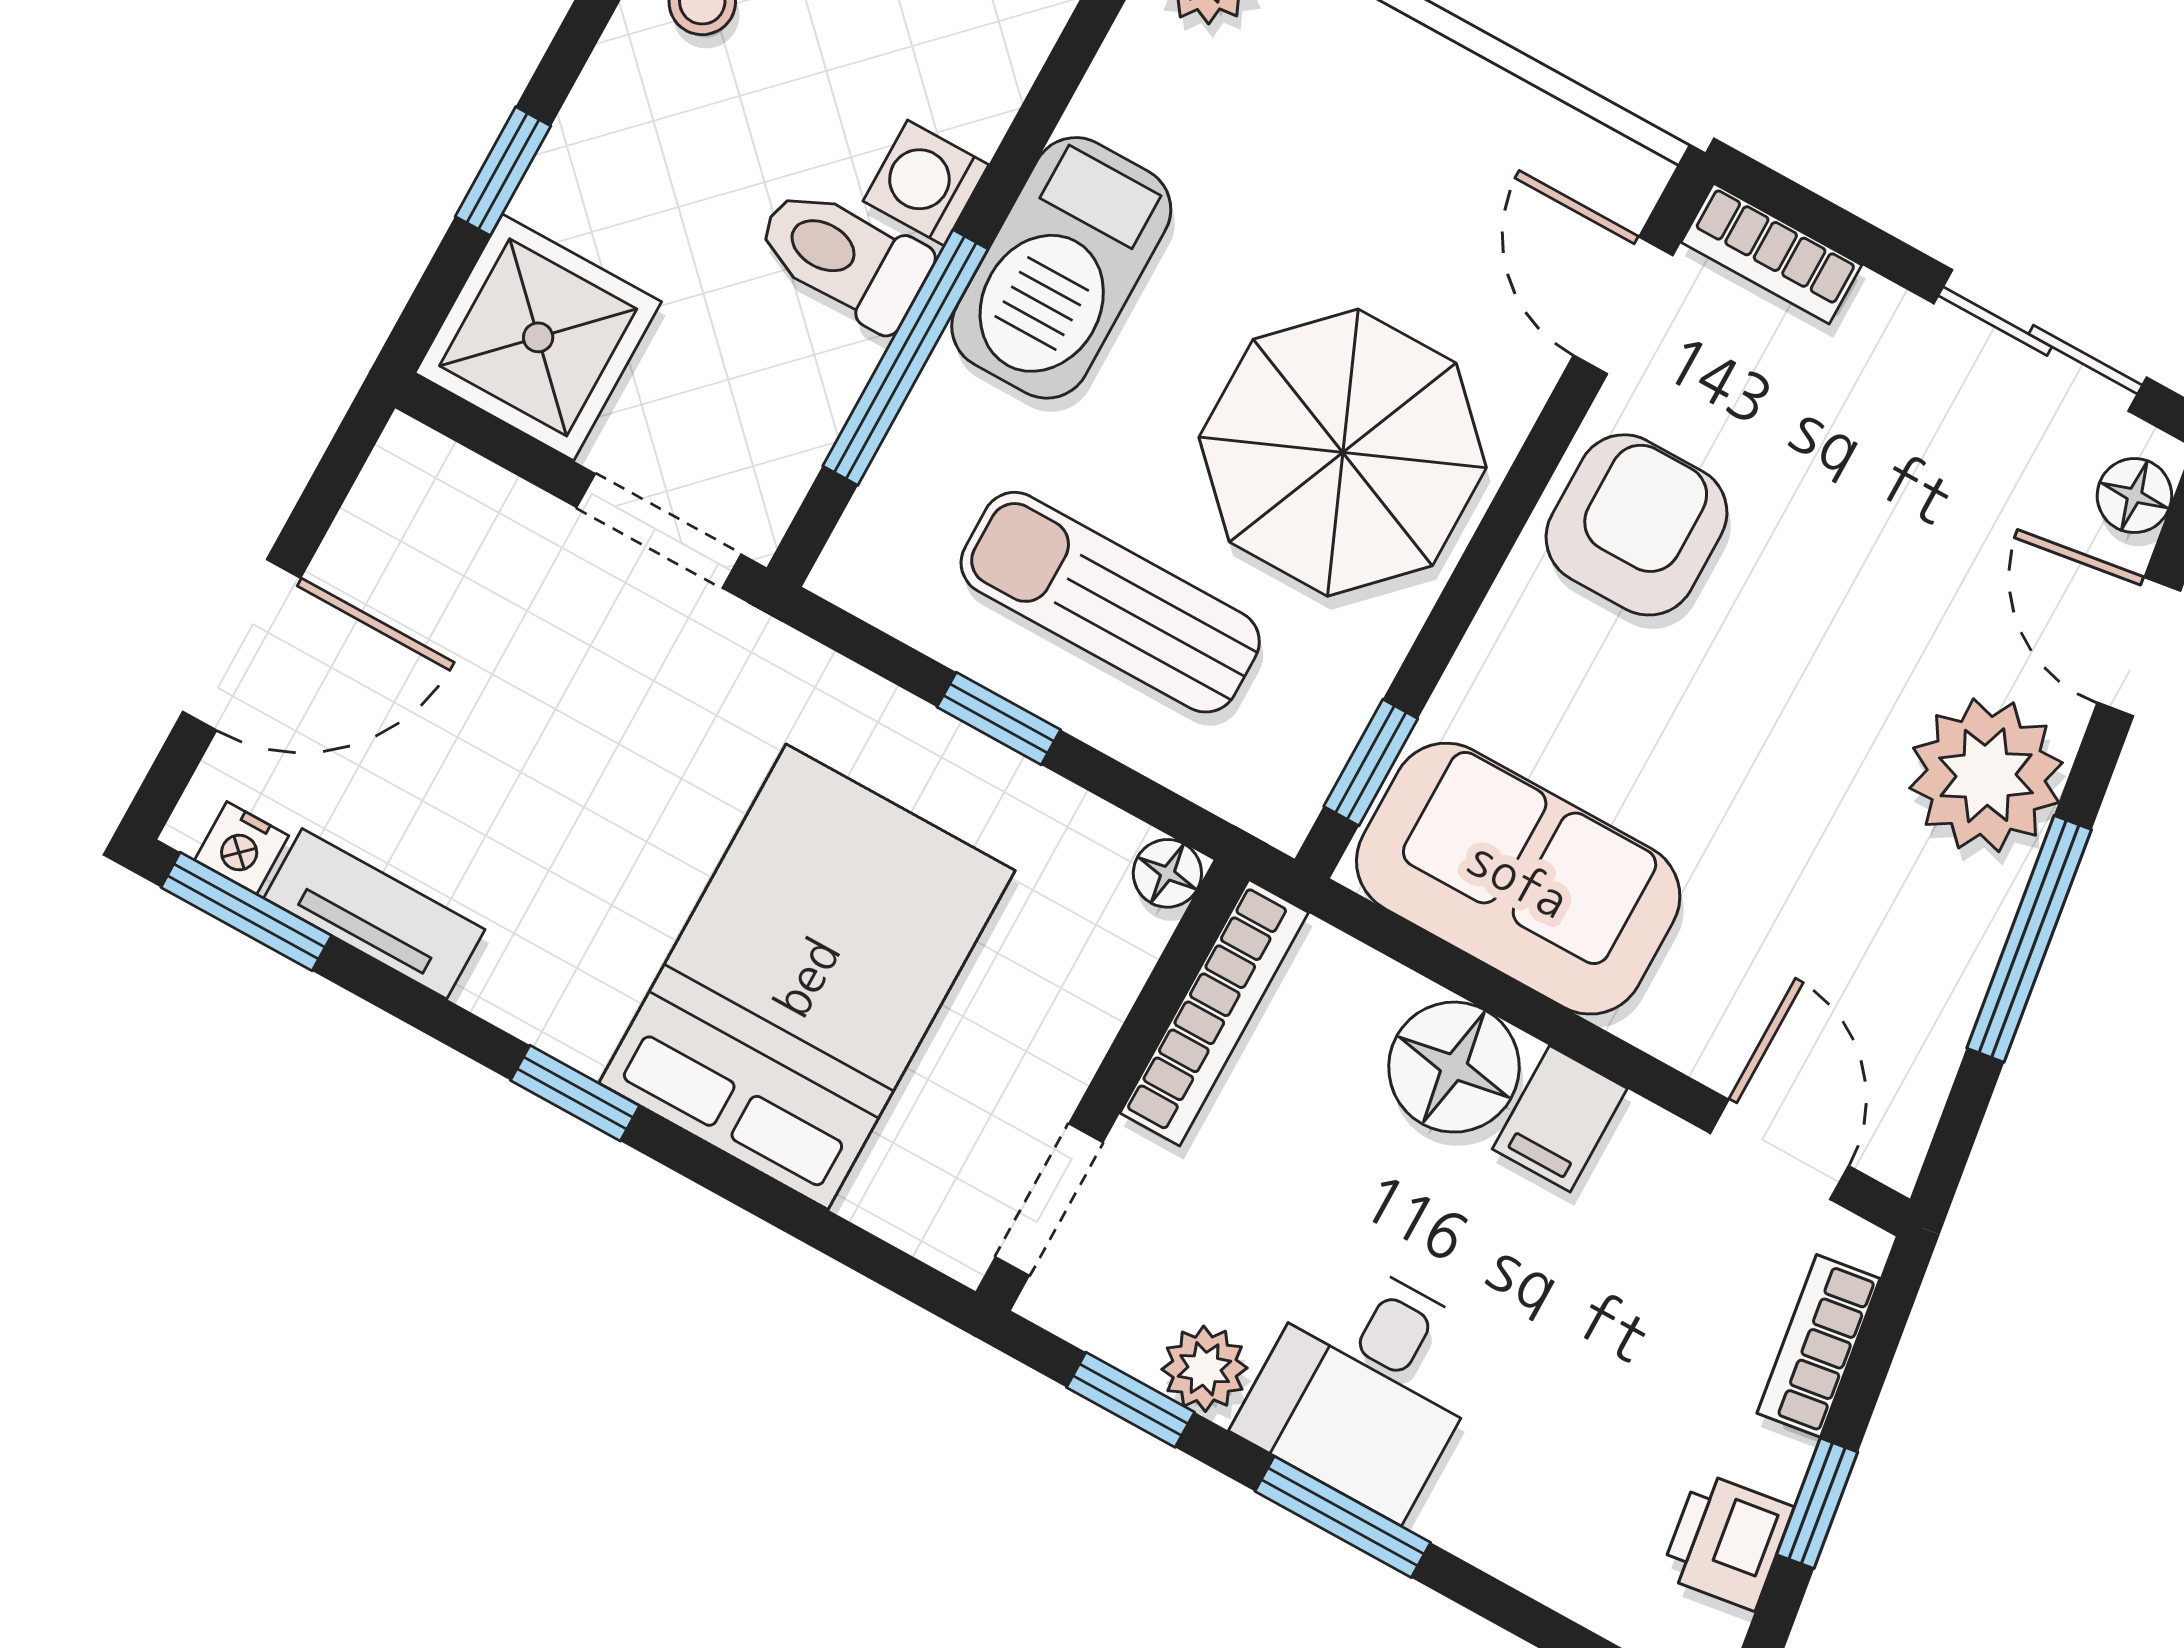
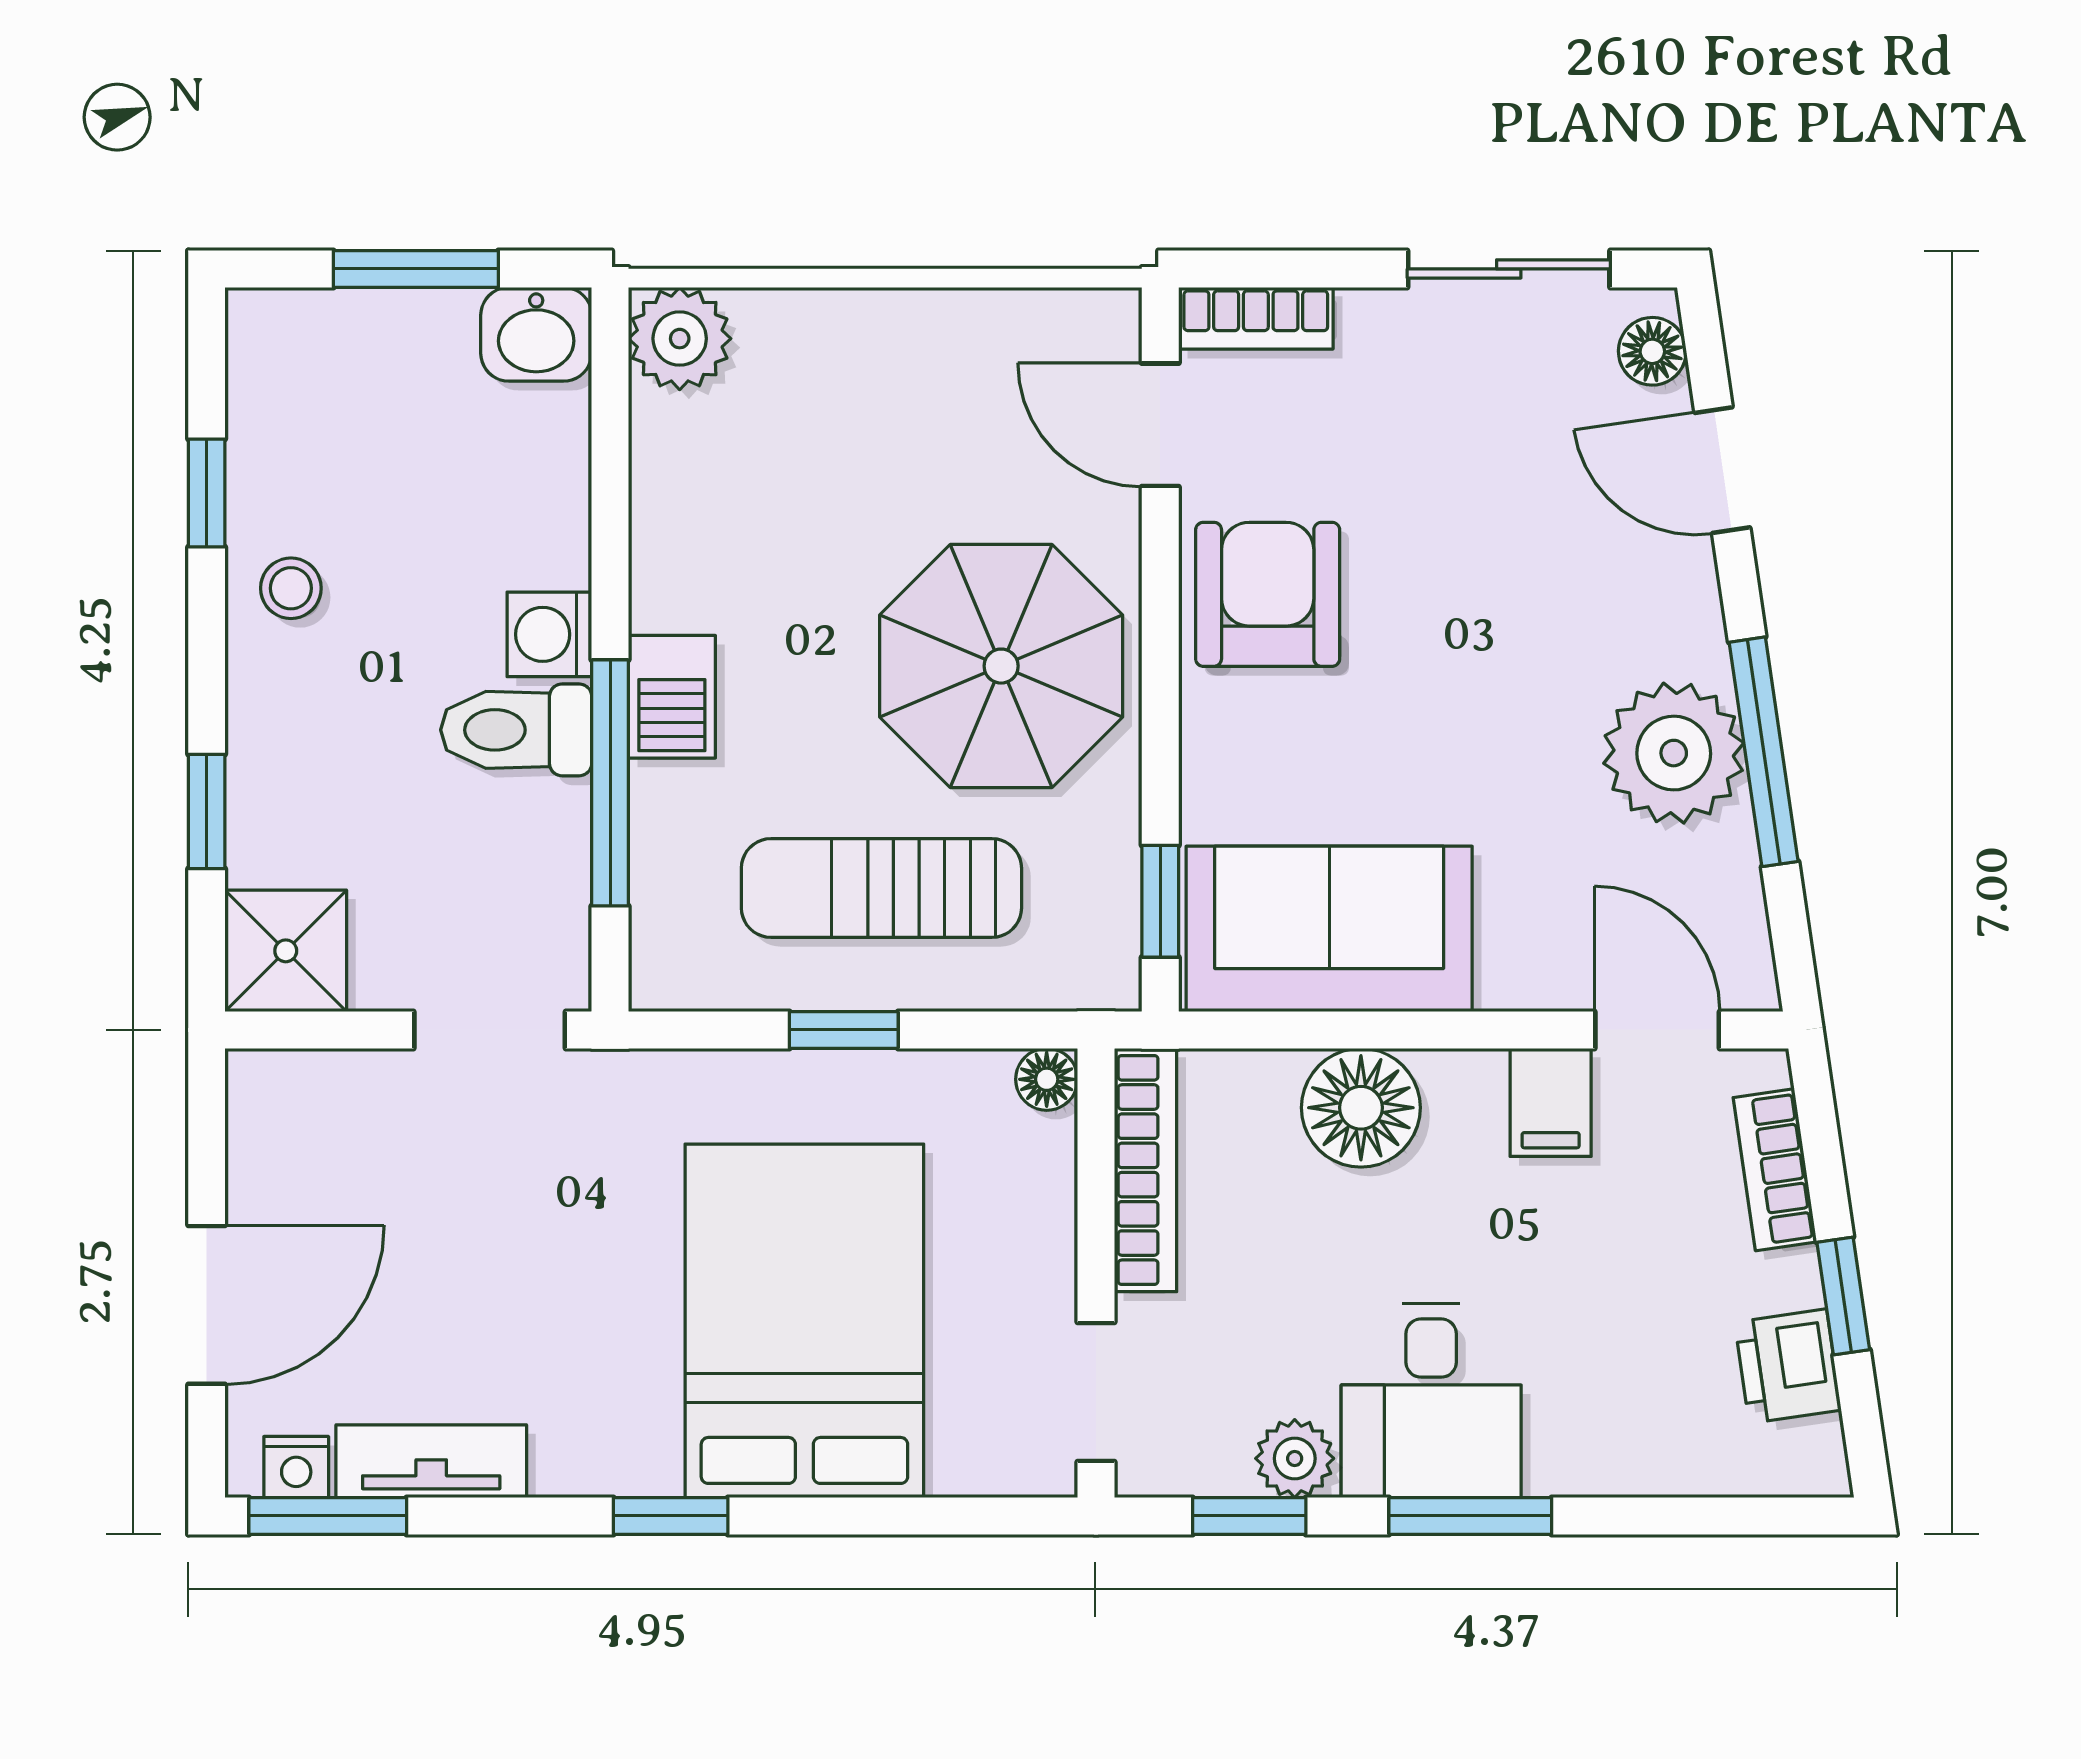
barbecue: (1061, 268) -> (672, 697), width x0.53, depth x0.65
shower: (538, 337) -> (286, 951), width x0.73, depth x0.73
plant: (1986, 775) -> (1674, 753), moved
filing cabinet: (1560, 1119) -> (1551, 1102), moved

